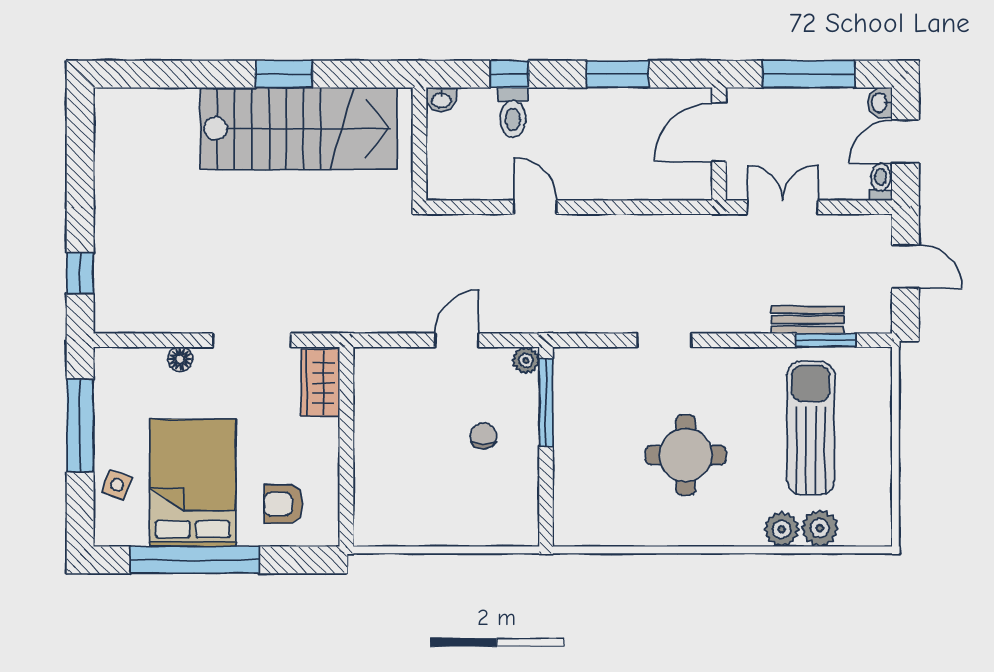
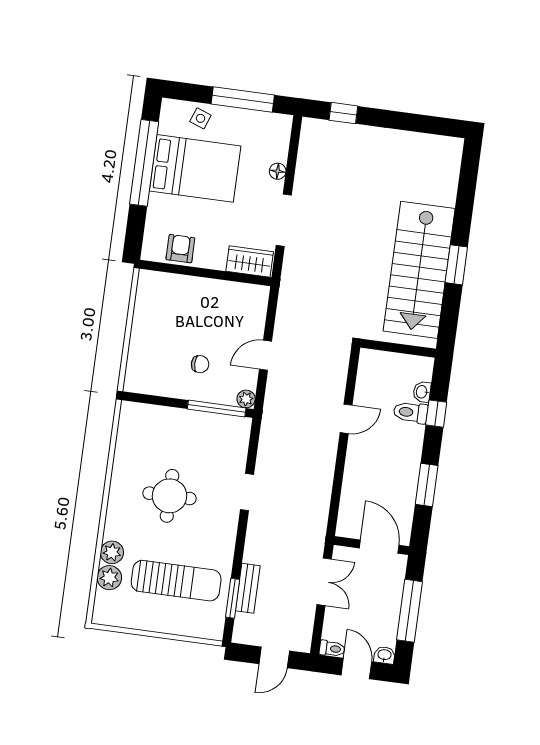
washbasin: (441, 100) -> (422, 392), moved
door: (457, 340) -> (265, 355), swing flipped
armchair: (283, 504) -> (180, 249), moved

